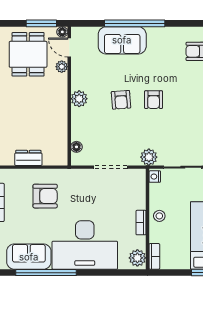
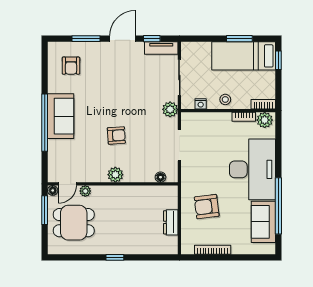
sofa: (122, 40) -> (61, 116), moved
armchair: (154, 100) -> (116, 105), removed
nightstand: (155, 177) -> (201, 104), moved
armchair: (45, 196) -> (207, 207), turned -97
bookcase: (141, 223) -> (244, 117), moved

